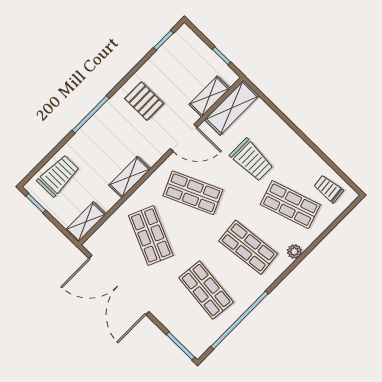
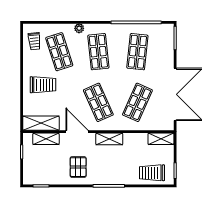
trolley: (252, 160) -> (43, 85), moved, turned 90
shelving: (130, 177) -> (109, 139), moved

